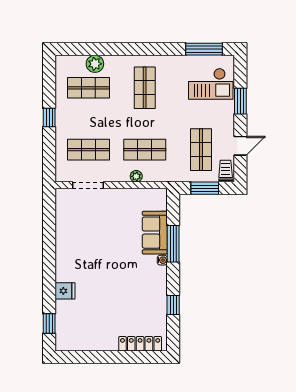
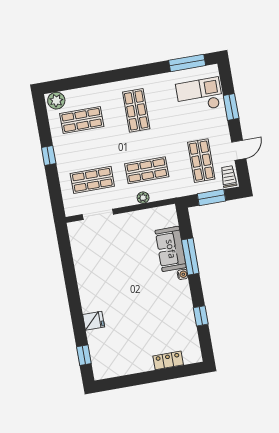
plant: (95, 64) -> (56, 101), moved
checkout: (211, 84) -> (199, 95), turned 180
locker: (140, 344) -> (168, 360), width x0.66

